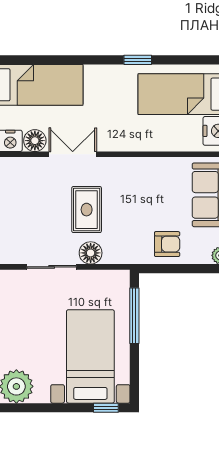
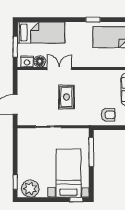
floor lamp: (91, 253) -> (69, 119), removed

